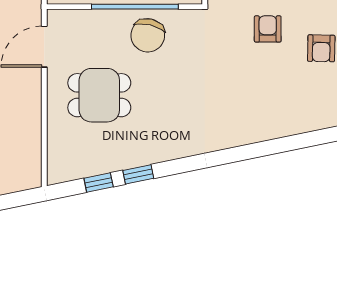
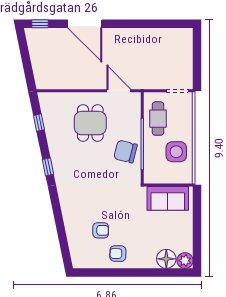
armchair: (268, 29) -> (101, 230), moved
window: (138, 174) -> (48, 167), moved

